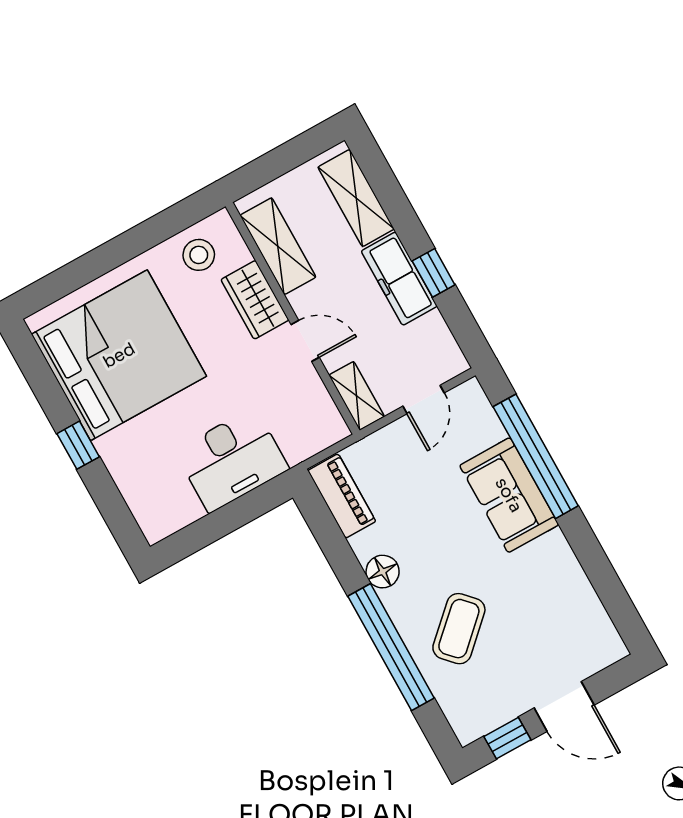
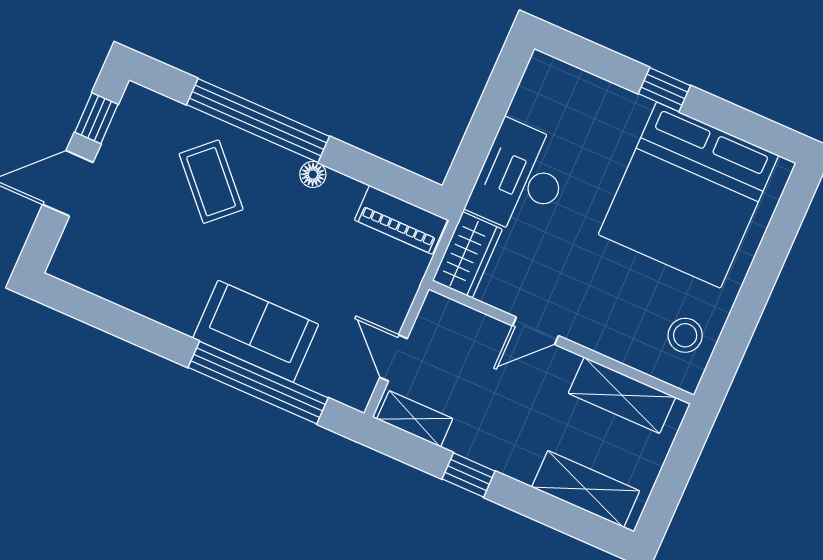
freezer: (399, 279) -> (495, 447), removed
wardrobe: (255, 300) -> (467, 255), moved, turned 90
shelving: (357, 396) -> (415, 419), moved
floor lamp: (383, 572) -> (313, 174), width x0.73, depth x0.73

